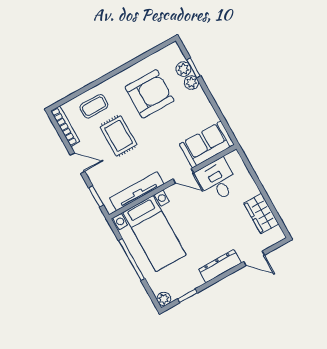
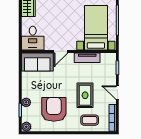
plant: (183, 69) -> (26, 127), moved
armchair: (149, 94) -> (54, 109), turned 90
door: (183, 176) -> (61, 52), swing flipped
desk: (217, 180) -> (33, 38), moved
tv unit: (137, 191) -> (87, 58), width x0.71

